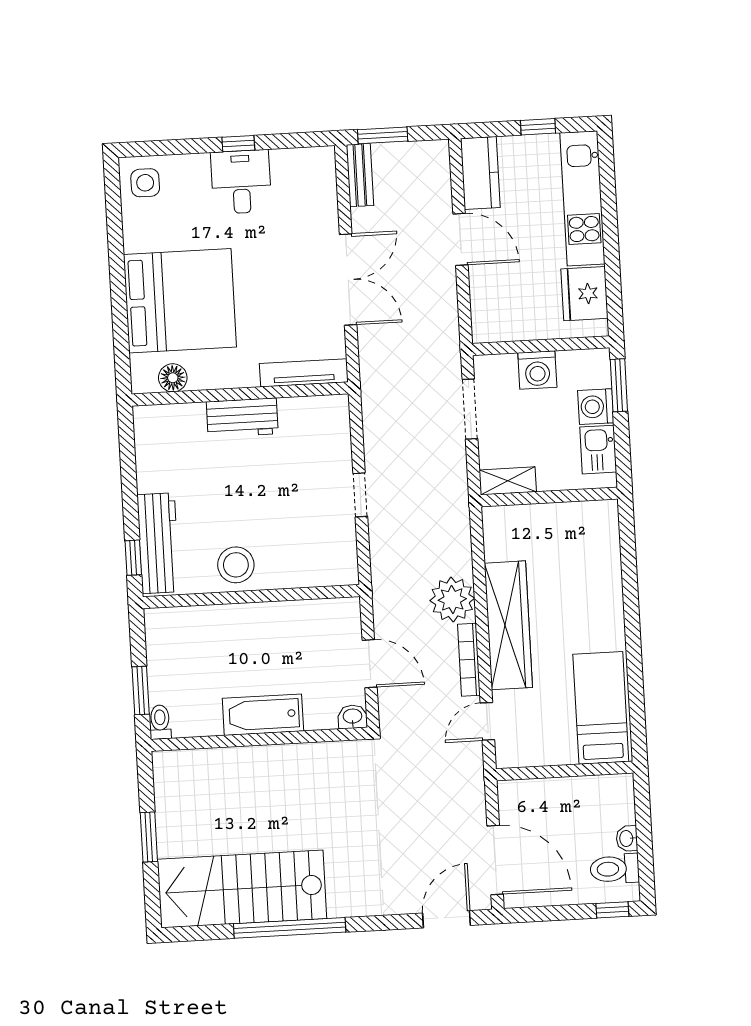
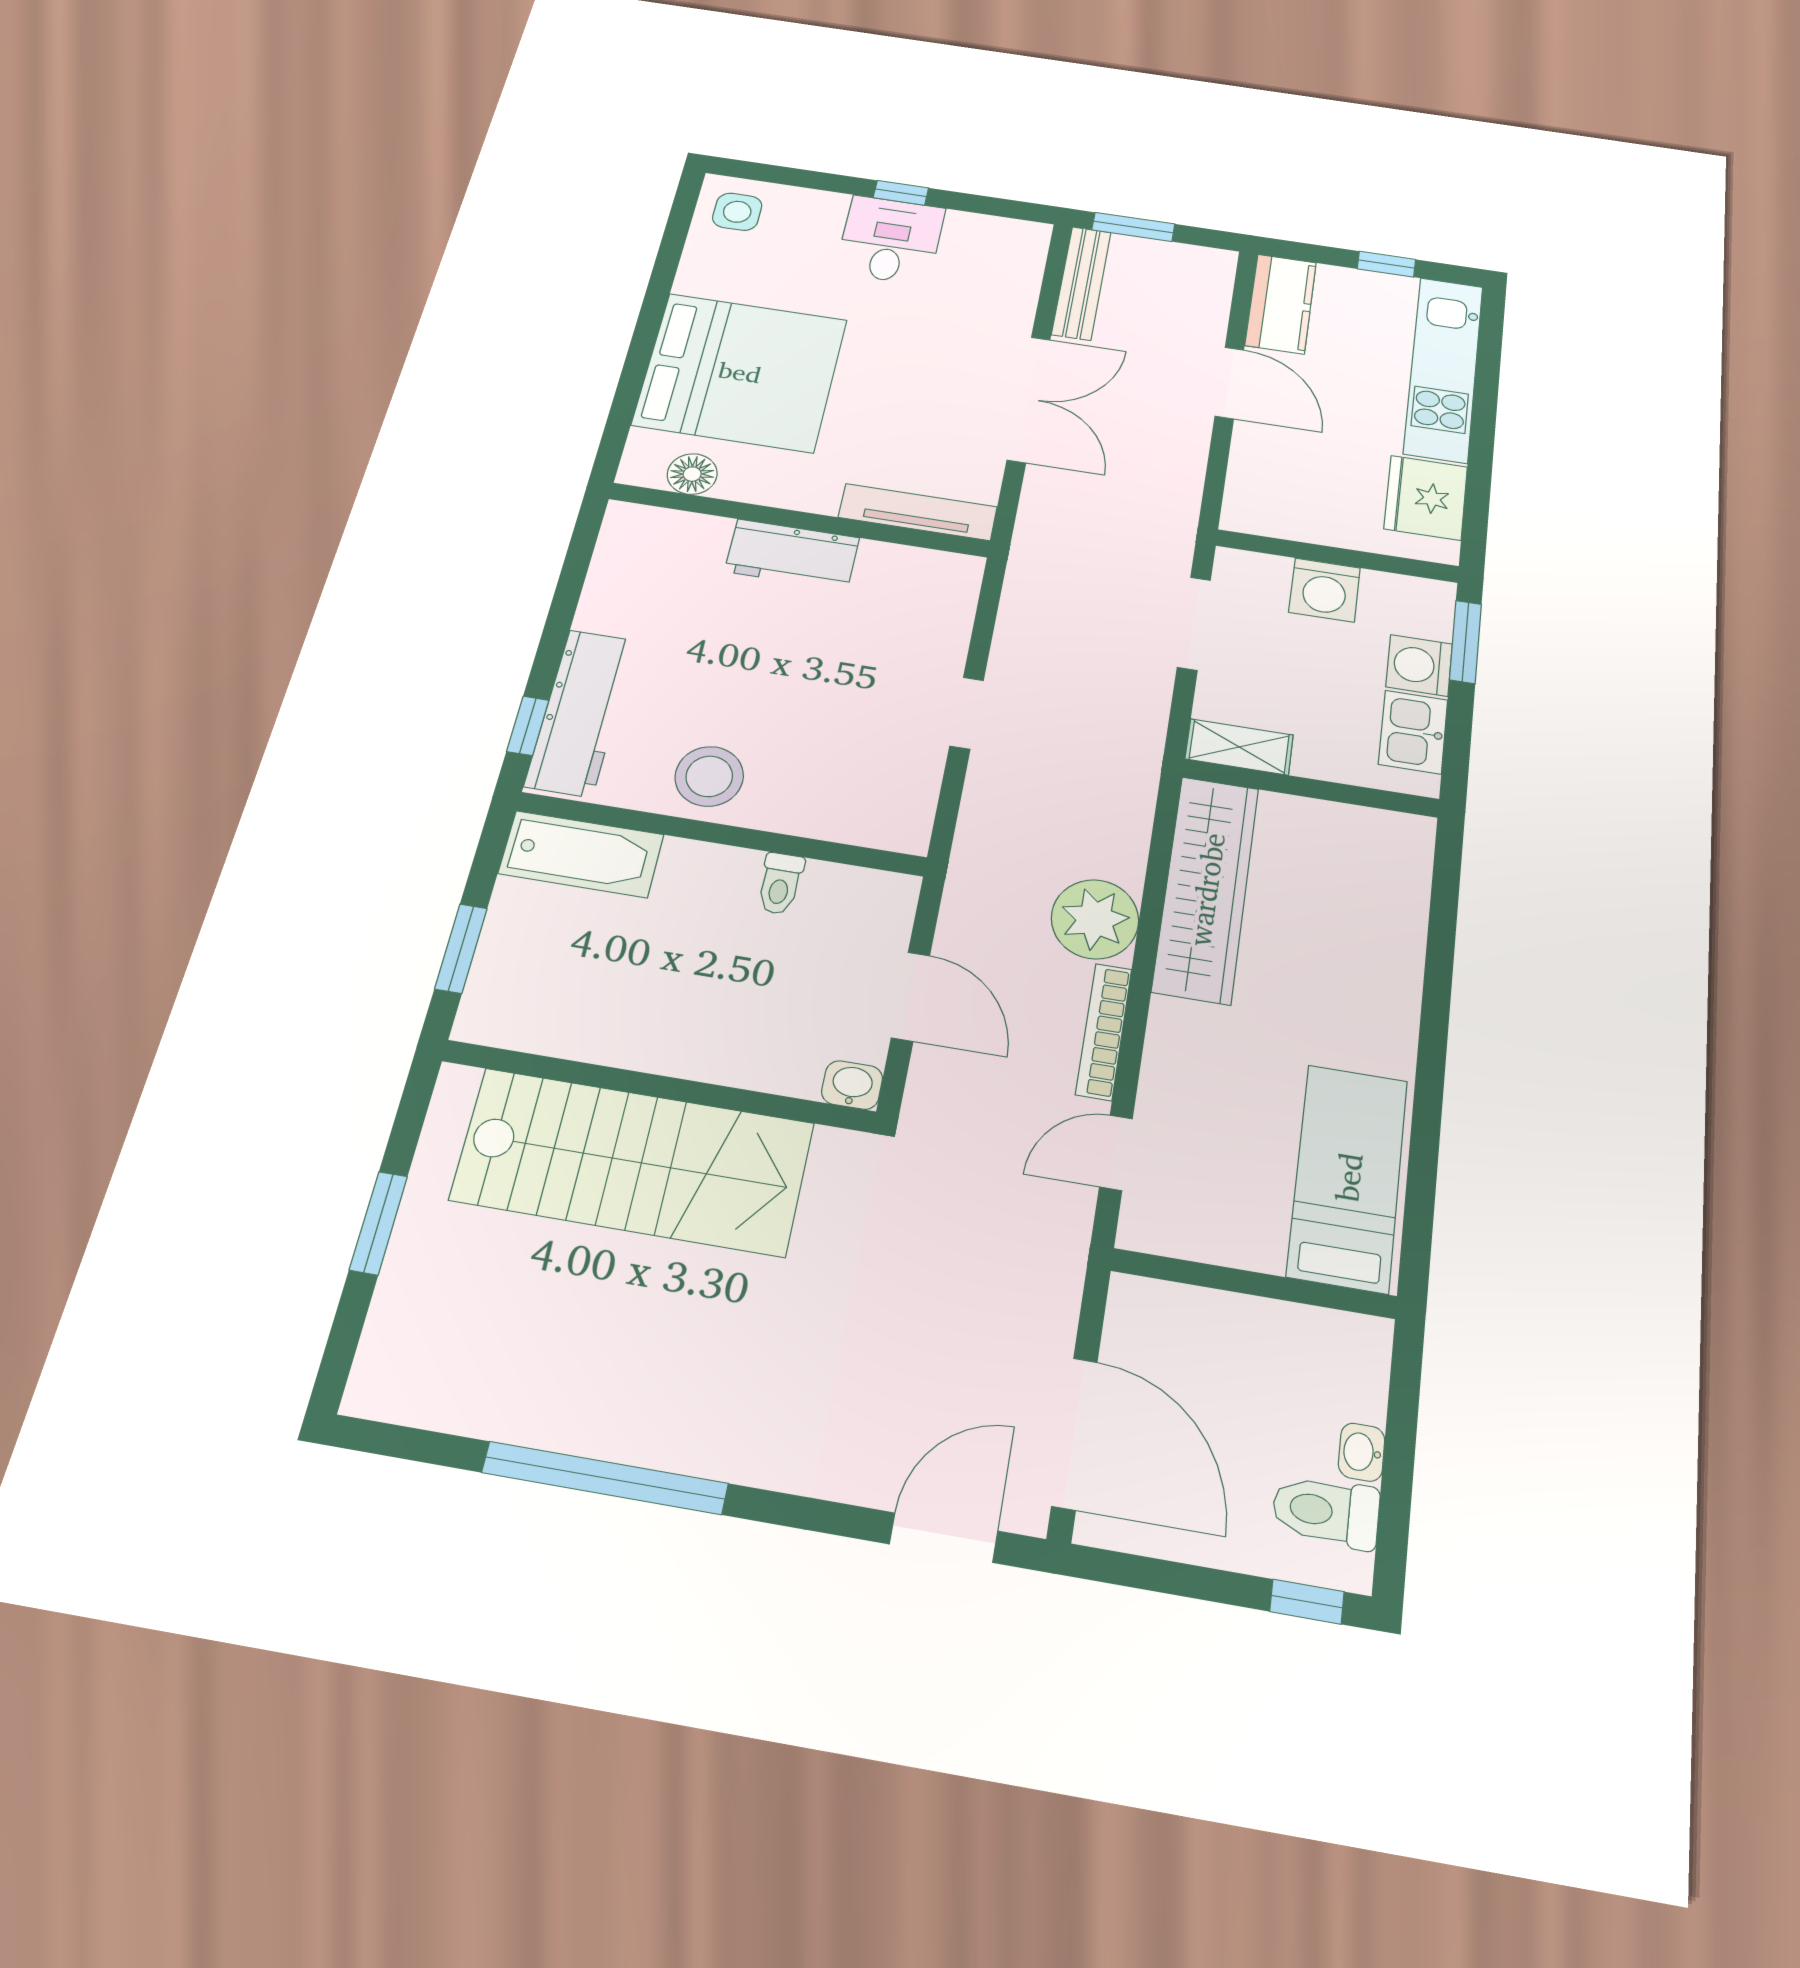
bench: (360, 175) -> (1081, 283), width x1.36
wardrobe: (508, 625) -> (1206, 889), moved
bathtub: (263, 715) -> (581, 854), moved, turned 180
toilet: (160, 722) -> (780, 884), moved, turned 180
stairs: (242, 889) -> (633, 1162), moved, turned 180

